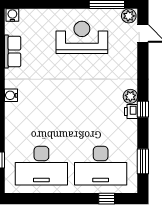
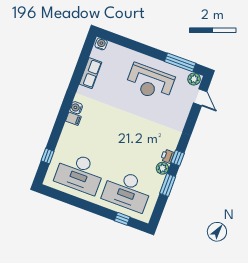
reception desk: (82, 37) -> (150, 82), turned 180
plant: (130, 96) -> (162, 168), moved
filing cabinet: (12, 109) -> (73, 119), added
window: (143, 161) -> (168, 185), moved

